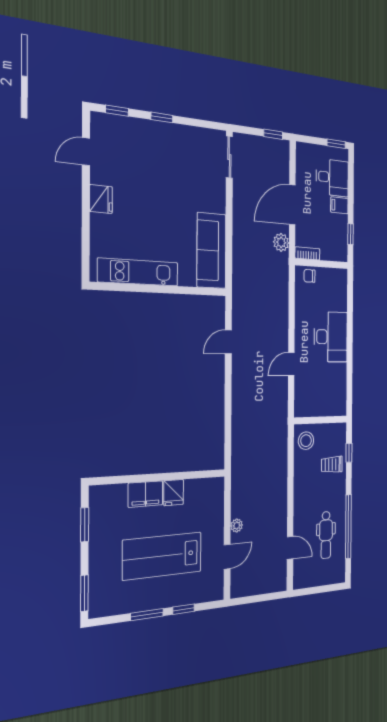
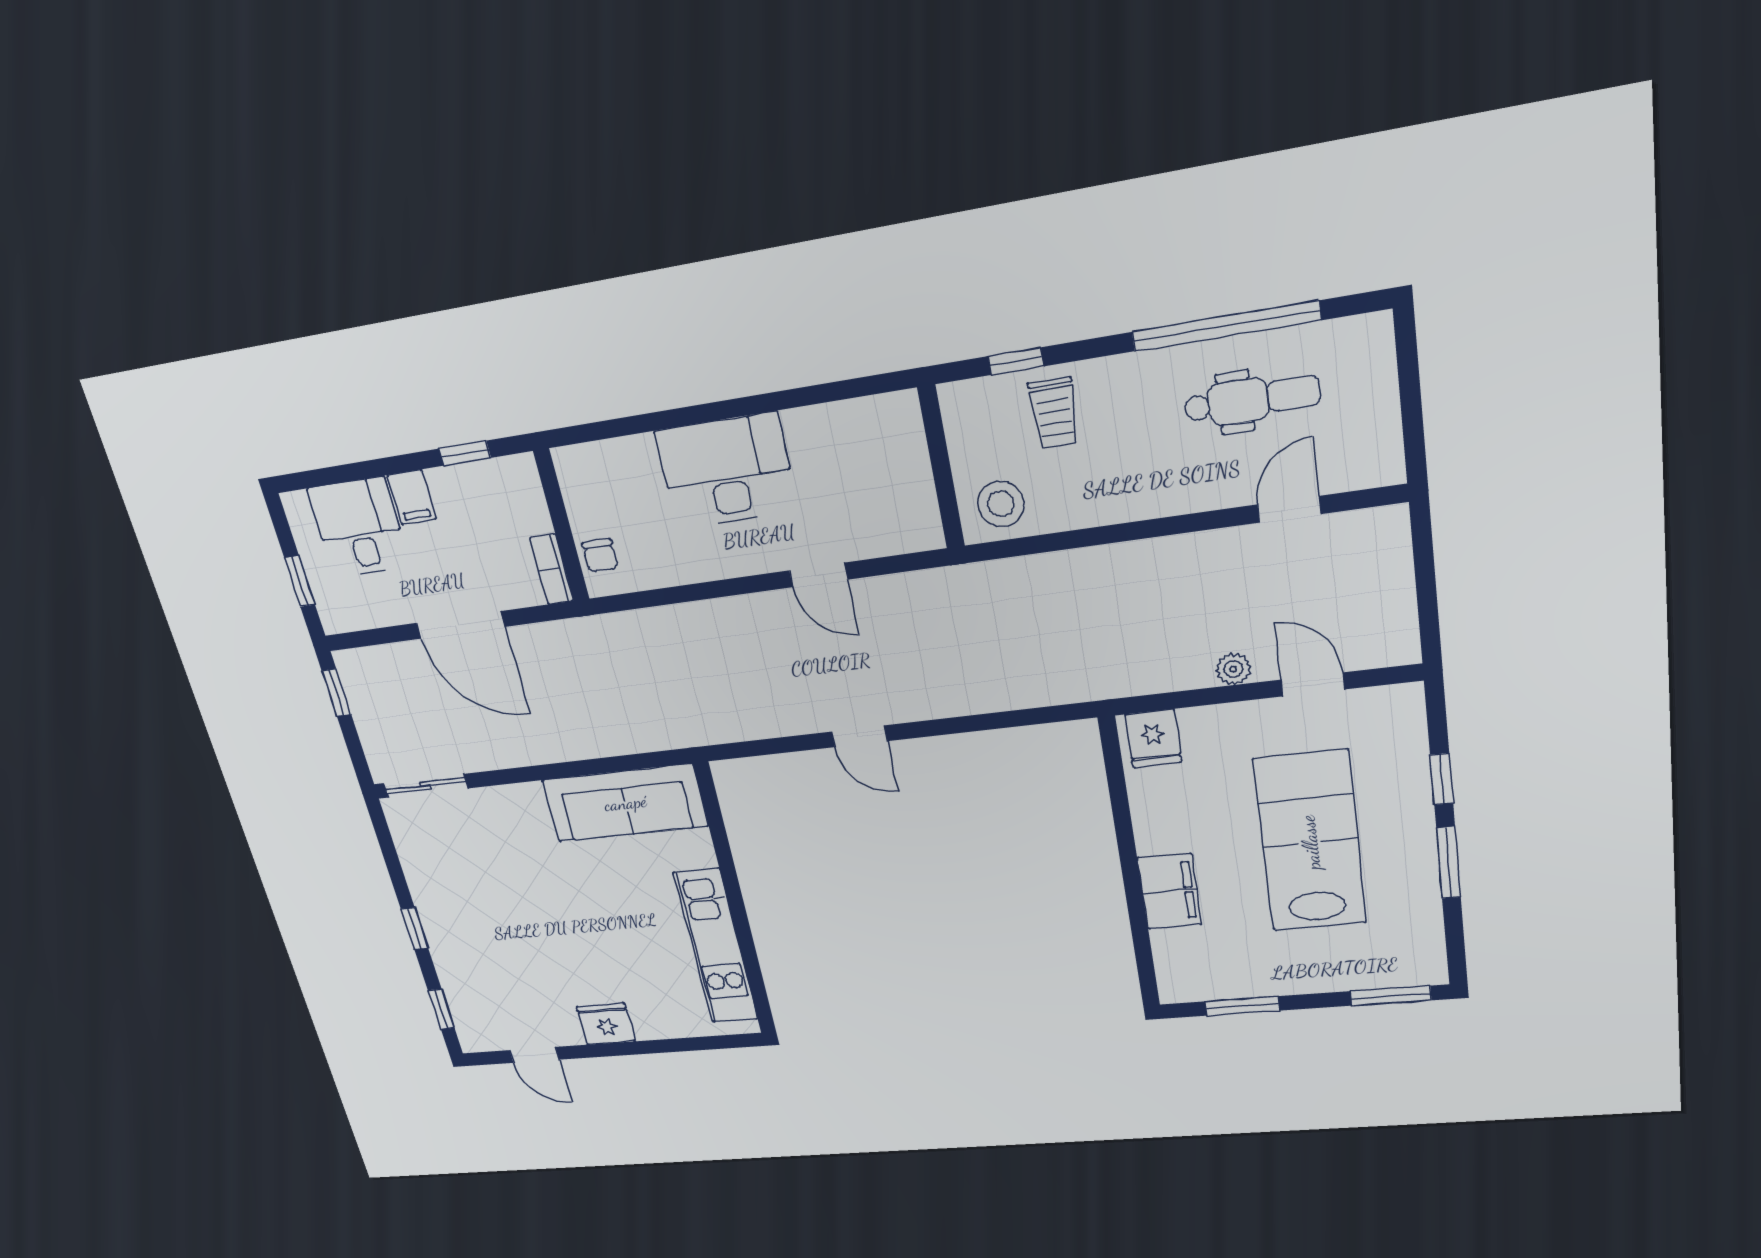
window: (336, 144) -> (300, 581), moved
plant: (281, 242) -> (551, 642), removed
door: (228, 342) -> (859, 736), moved
fridge: (174, 493) -> (1153, 739), moved, turned 90
lab bench: (162, 556) -> (1310, 842), turned 180

